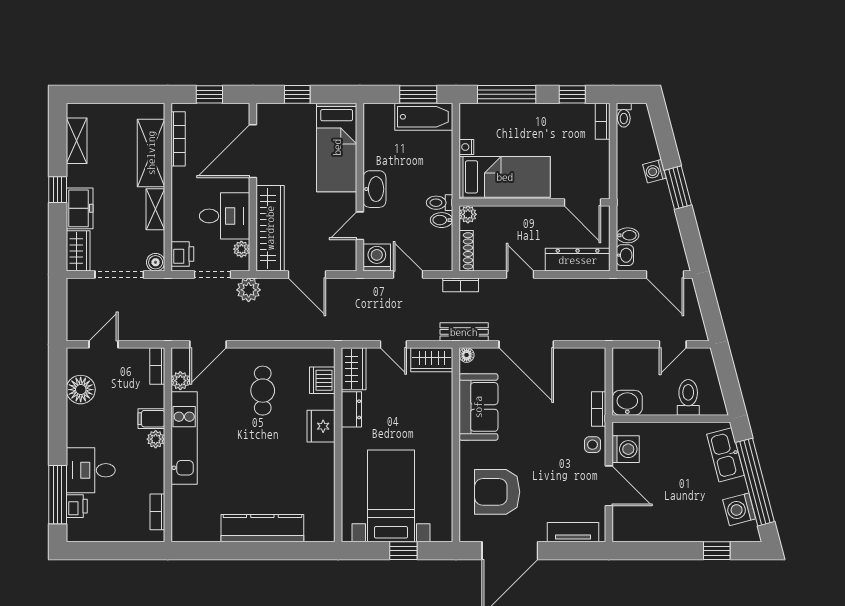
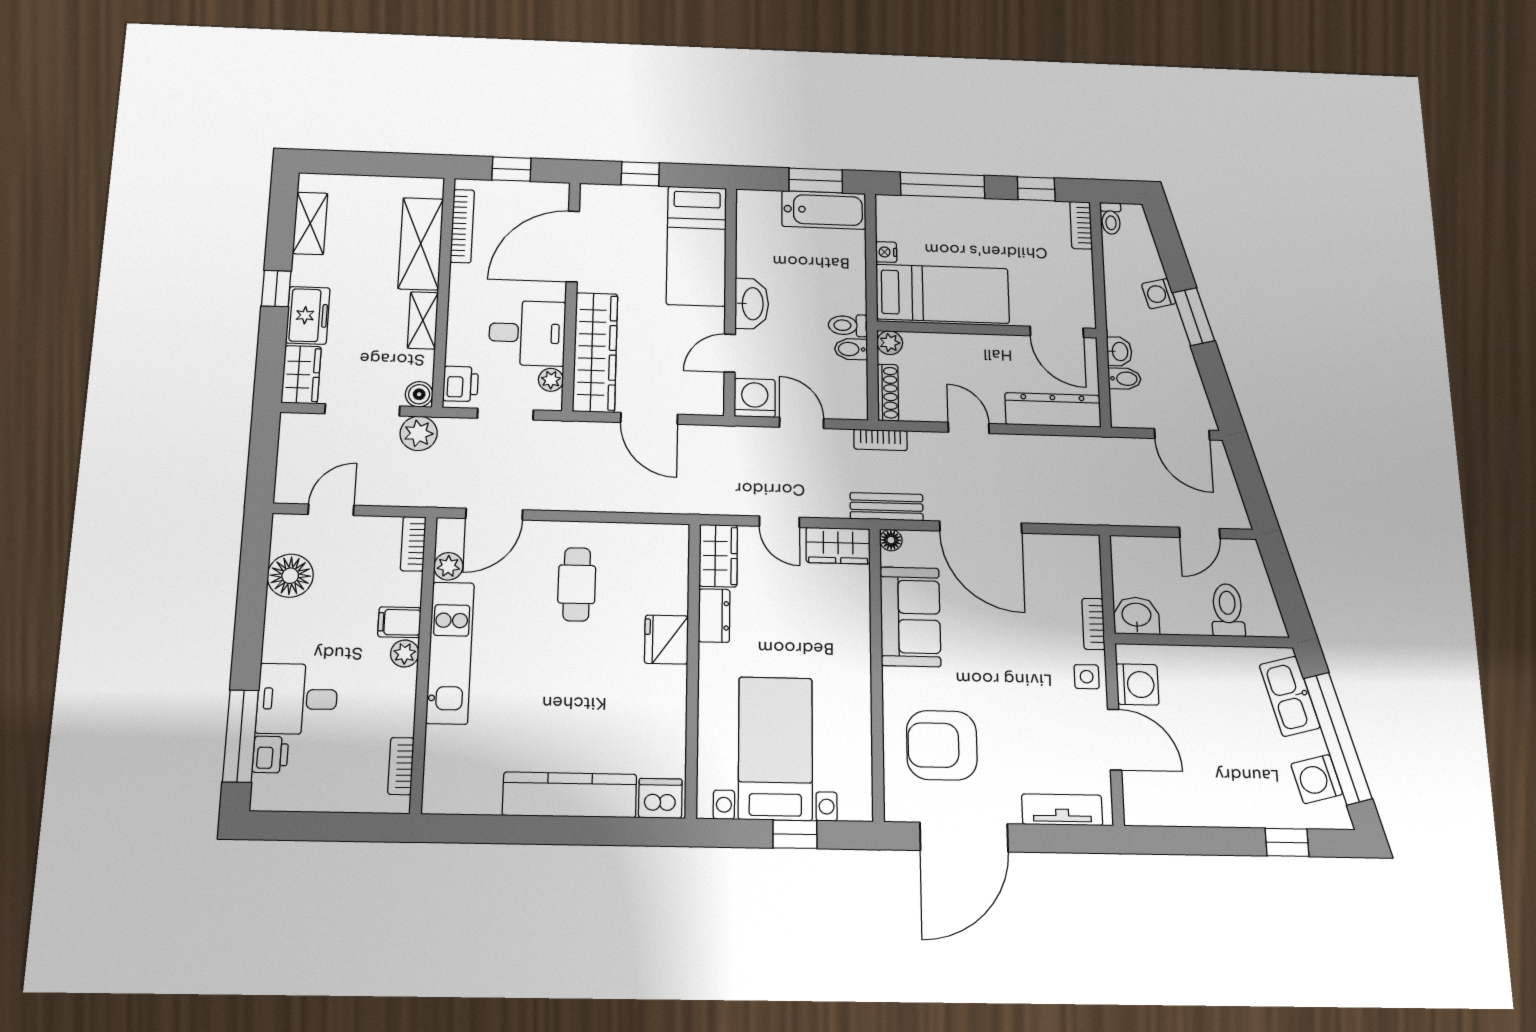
washbasin: (625, 255) -> (1119, 351), moved
plant: (249, 290) -> (419, 433), moved
dishwasher: (322, 380) -> (660, 798), moved, turned 90

